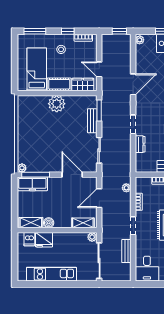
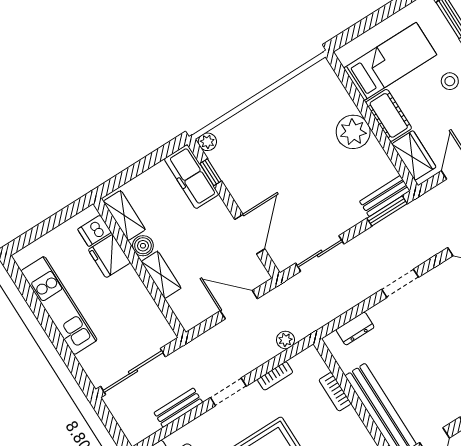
bench: (92, 121) -> (385, 196), moved
dresser: (140, 144) -> (355, 329), moved
window: (36, 175) -> (211, 172), width x0.46
shelving: (83, 223) -> (161, 275), moved
plant: (92, 237) -> (165, 335), removed

